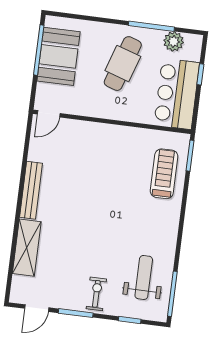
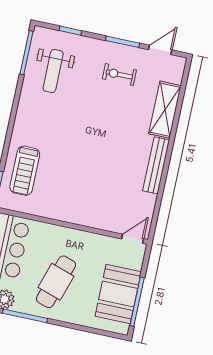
exercise bike: (96, 294) -> (119, 74), moved, turned 90

